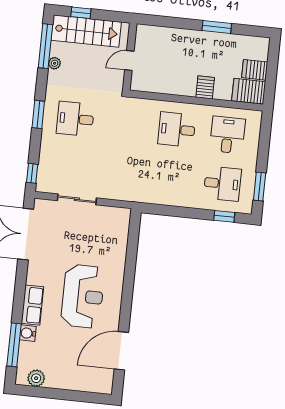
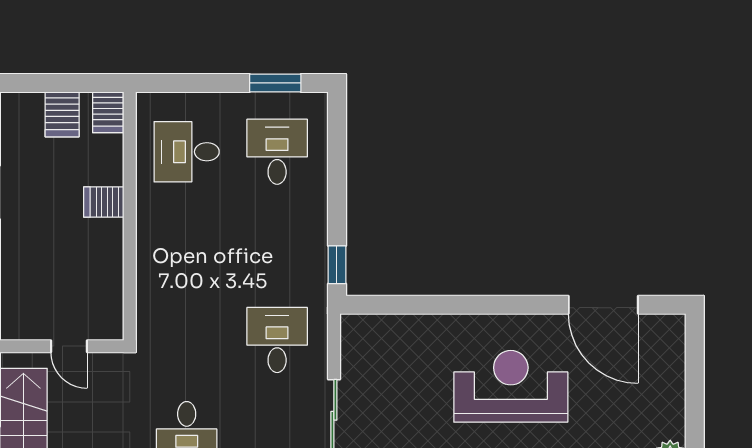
server rack: (249, 91) -> (108, 112), width x0.73, depth x0.70
desk: (177, 130) -> (277, 340), moved, turned 180
window: (224, 216) -> (337, 265), moved

